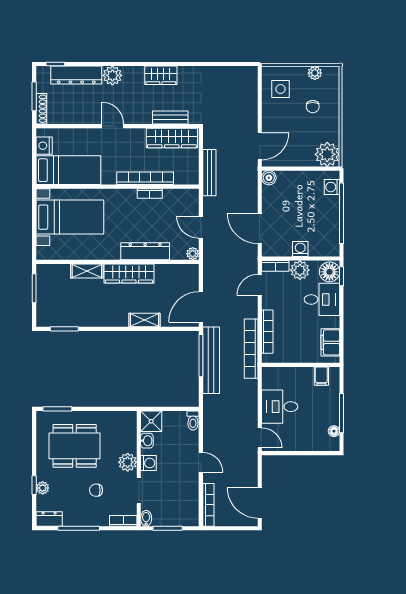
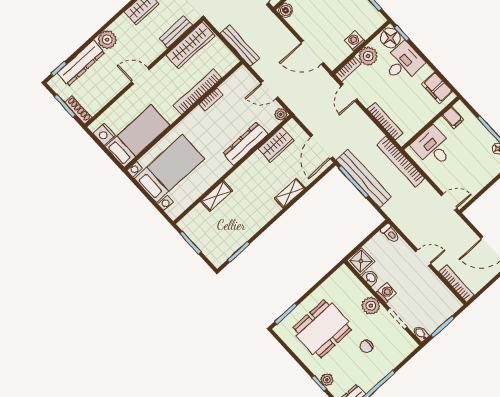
wardrobe: (129, 273) -> (276, 145), moved, width x0.67
bookcase: (251, 349) -> (401, 162), moved
desk: (280, 407) -> (433, 147), moved, turned 90
bookcase: (123, 521) -> (406, 350), removed

